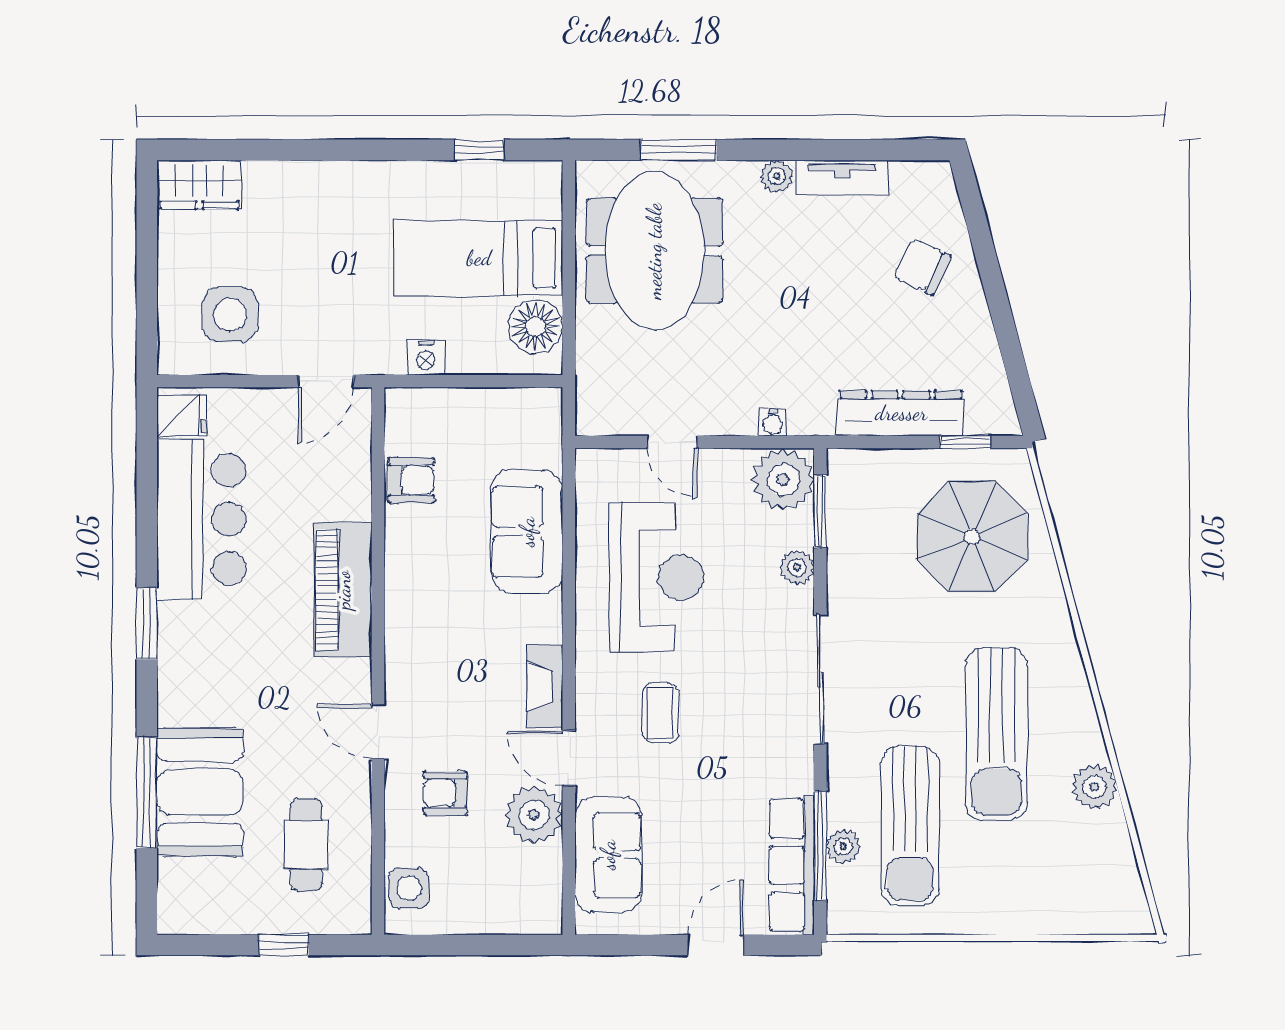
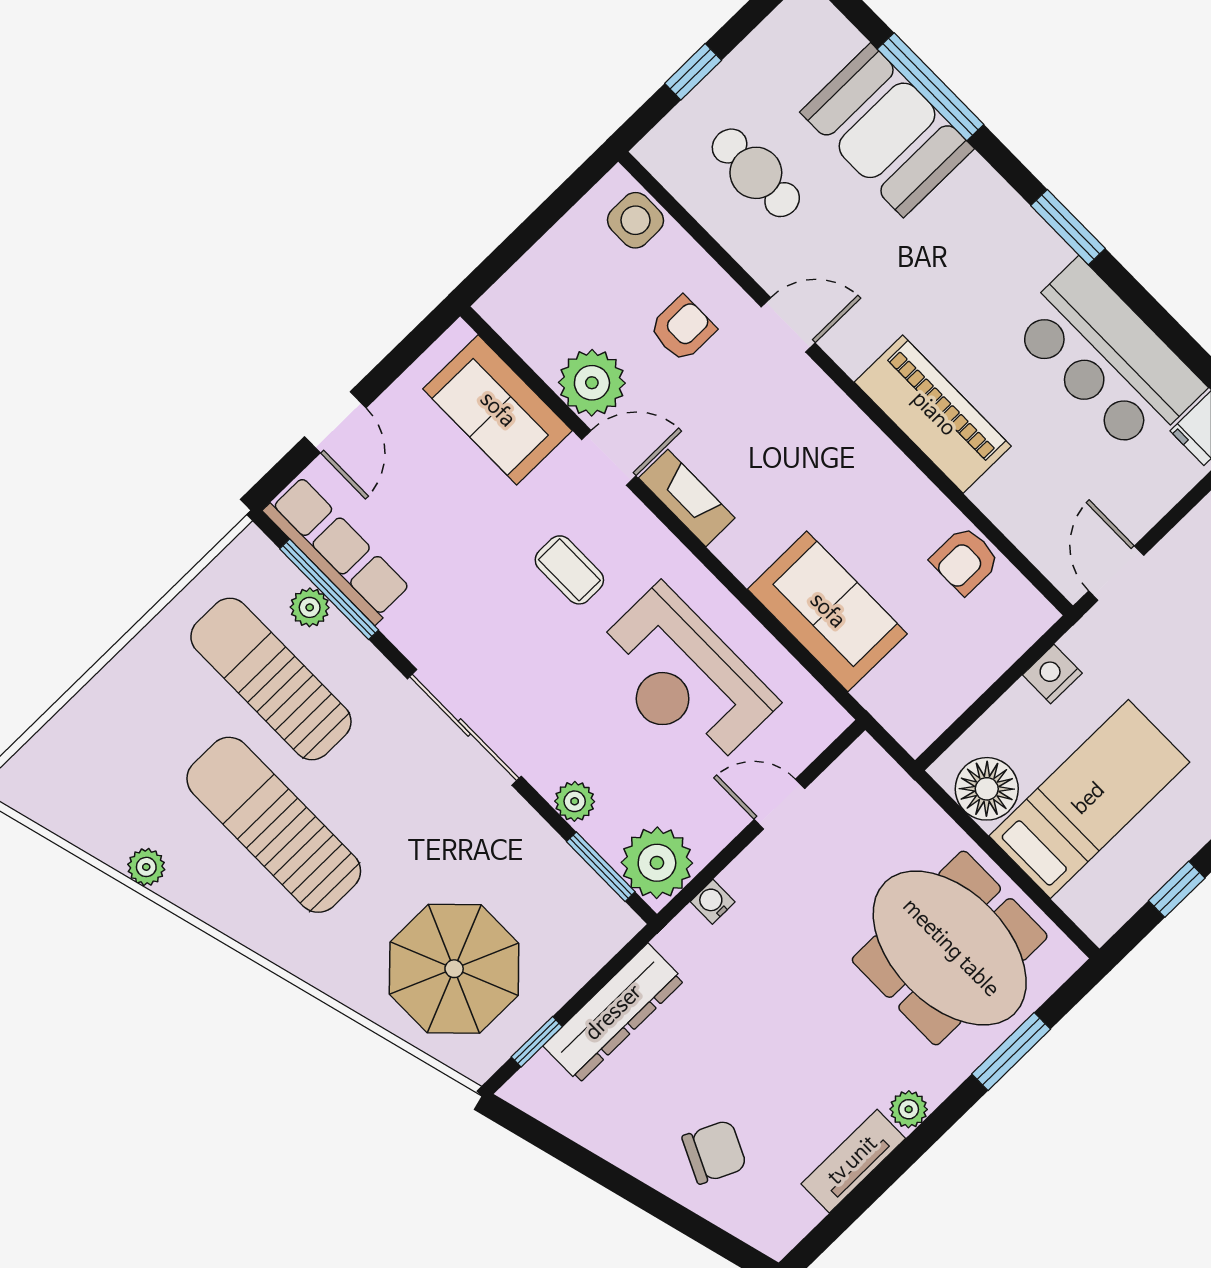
plant: (1094, 787) -> (146, 867), width x0.73, depth x0.73

